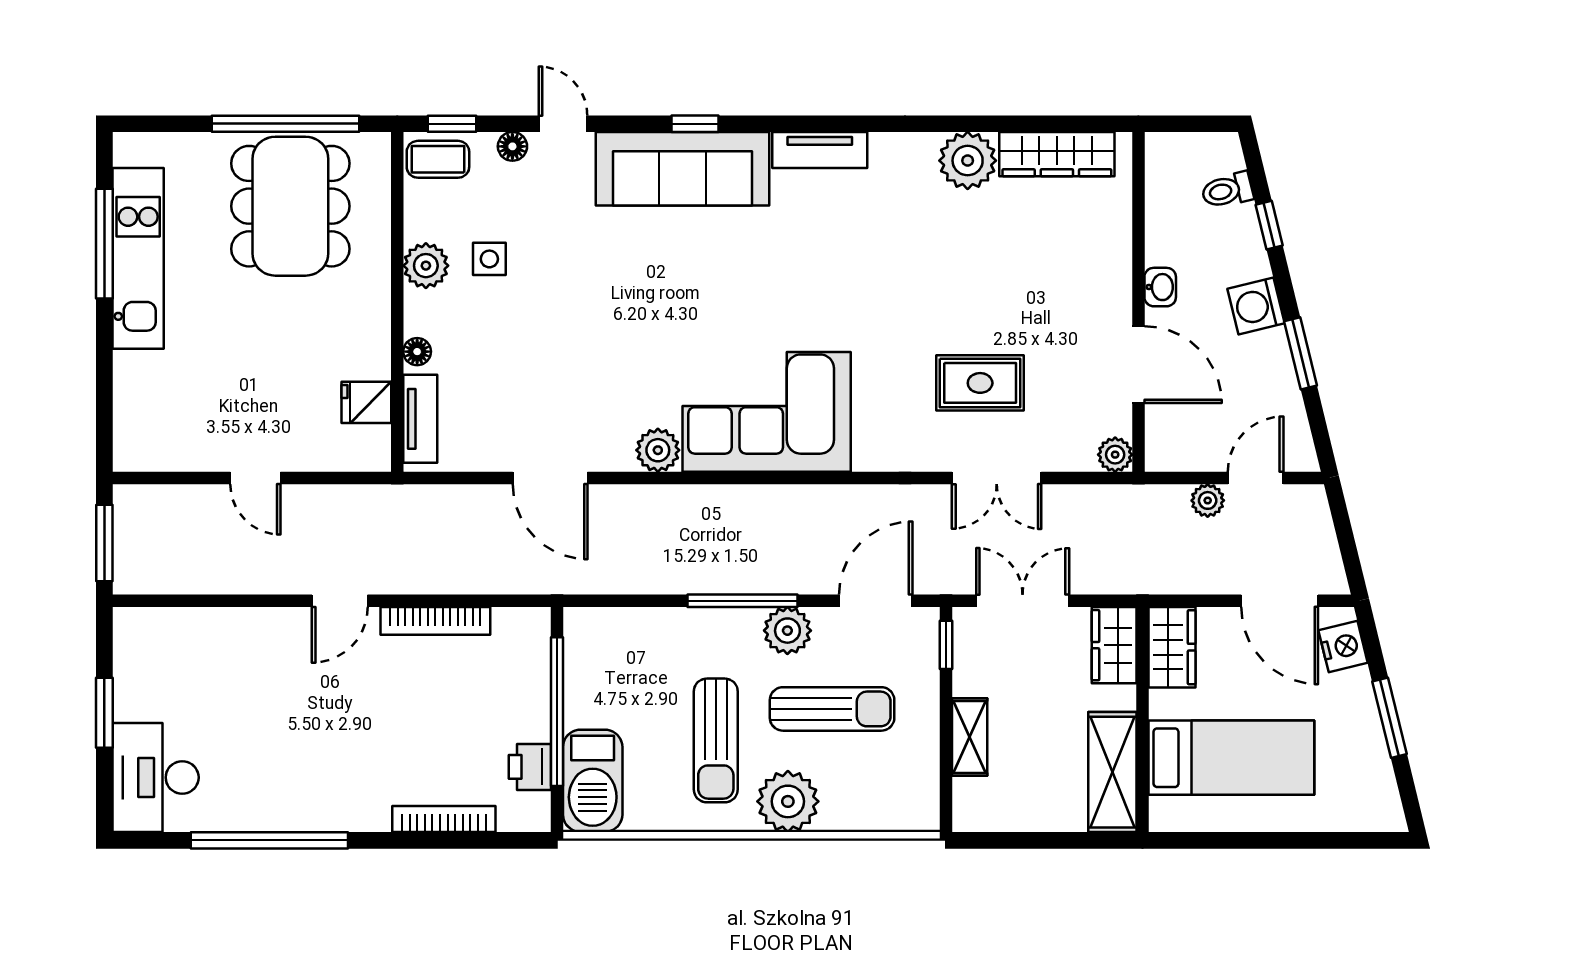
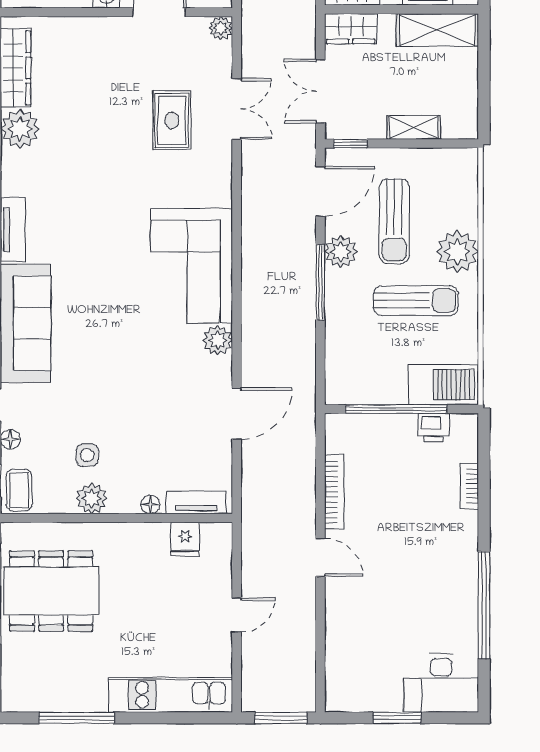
kitchen unit: (138, 258) -> (171, 695), moved
door: (876, 601) -> (320, 191), swing flipped
sun lounger: (832, 709) -> (394, 221), turned 180
bookcase: (444, 819) -> (469, 486), width x0.64

